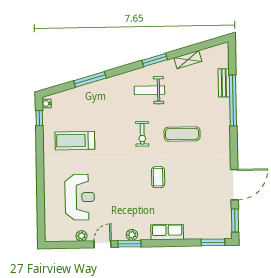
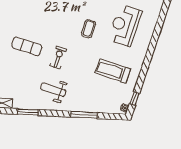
weight bench: (149, 90) -> (53, 90), moved, turned 180
treadmill: (75, 141) -> (113, 71), turned 180
coffee table: (158, 177) -> (89, 29), moved

